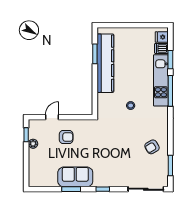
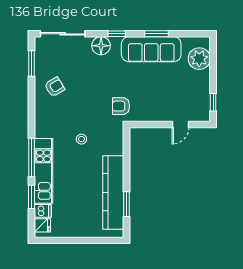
armchair: (66, 137) -> (121, 106), moved
plant: (33, 144) -> (199, 59), moved, width x1.87, depth x1.87
sofa: (75, 177) -> (151, 49), width x1.36
floor lamp: (115, 180) -> (101, 46), added

